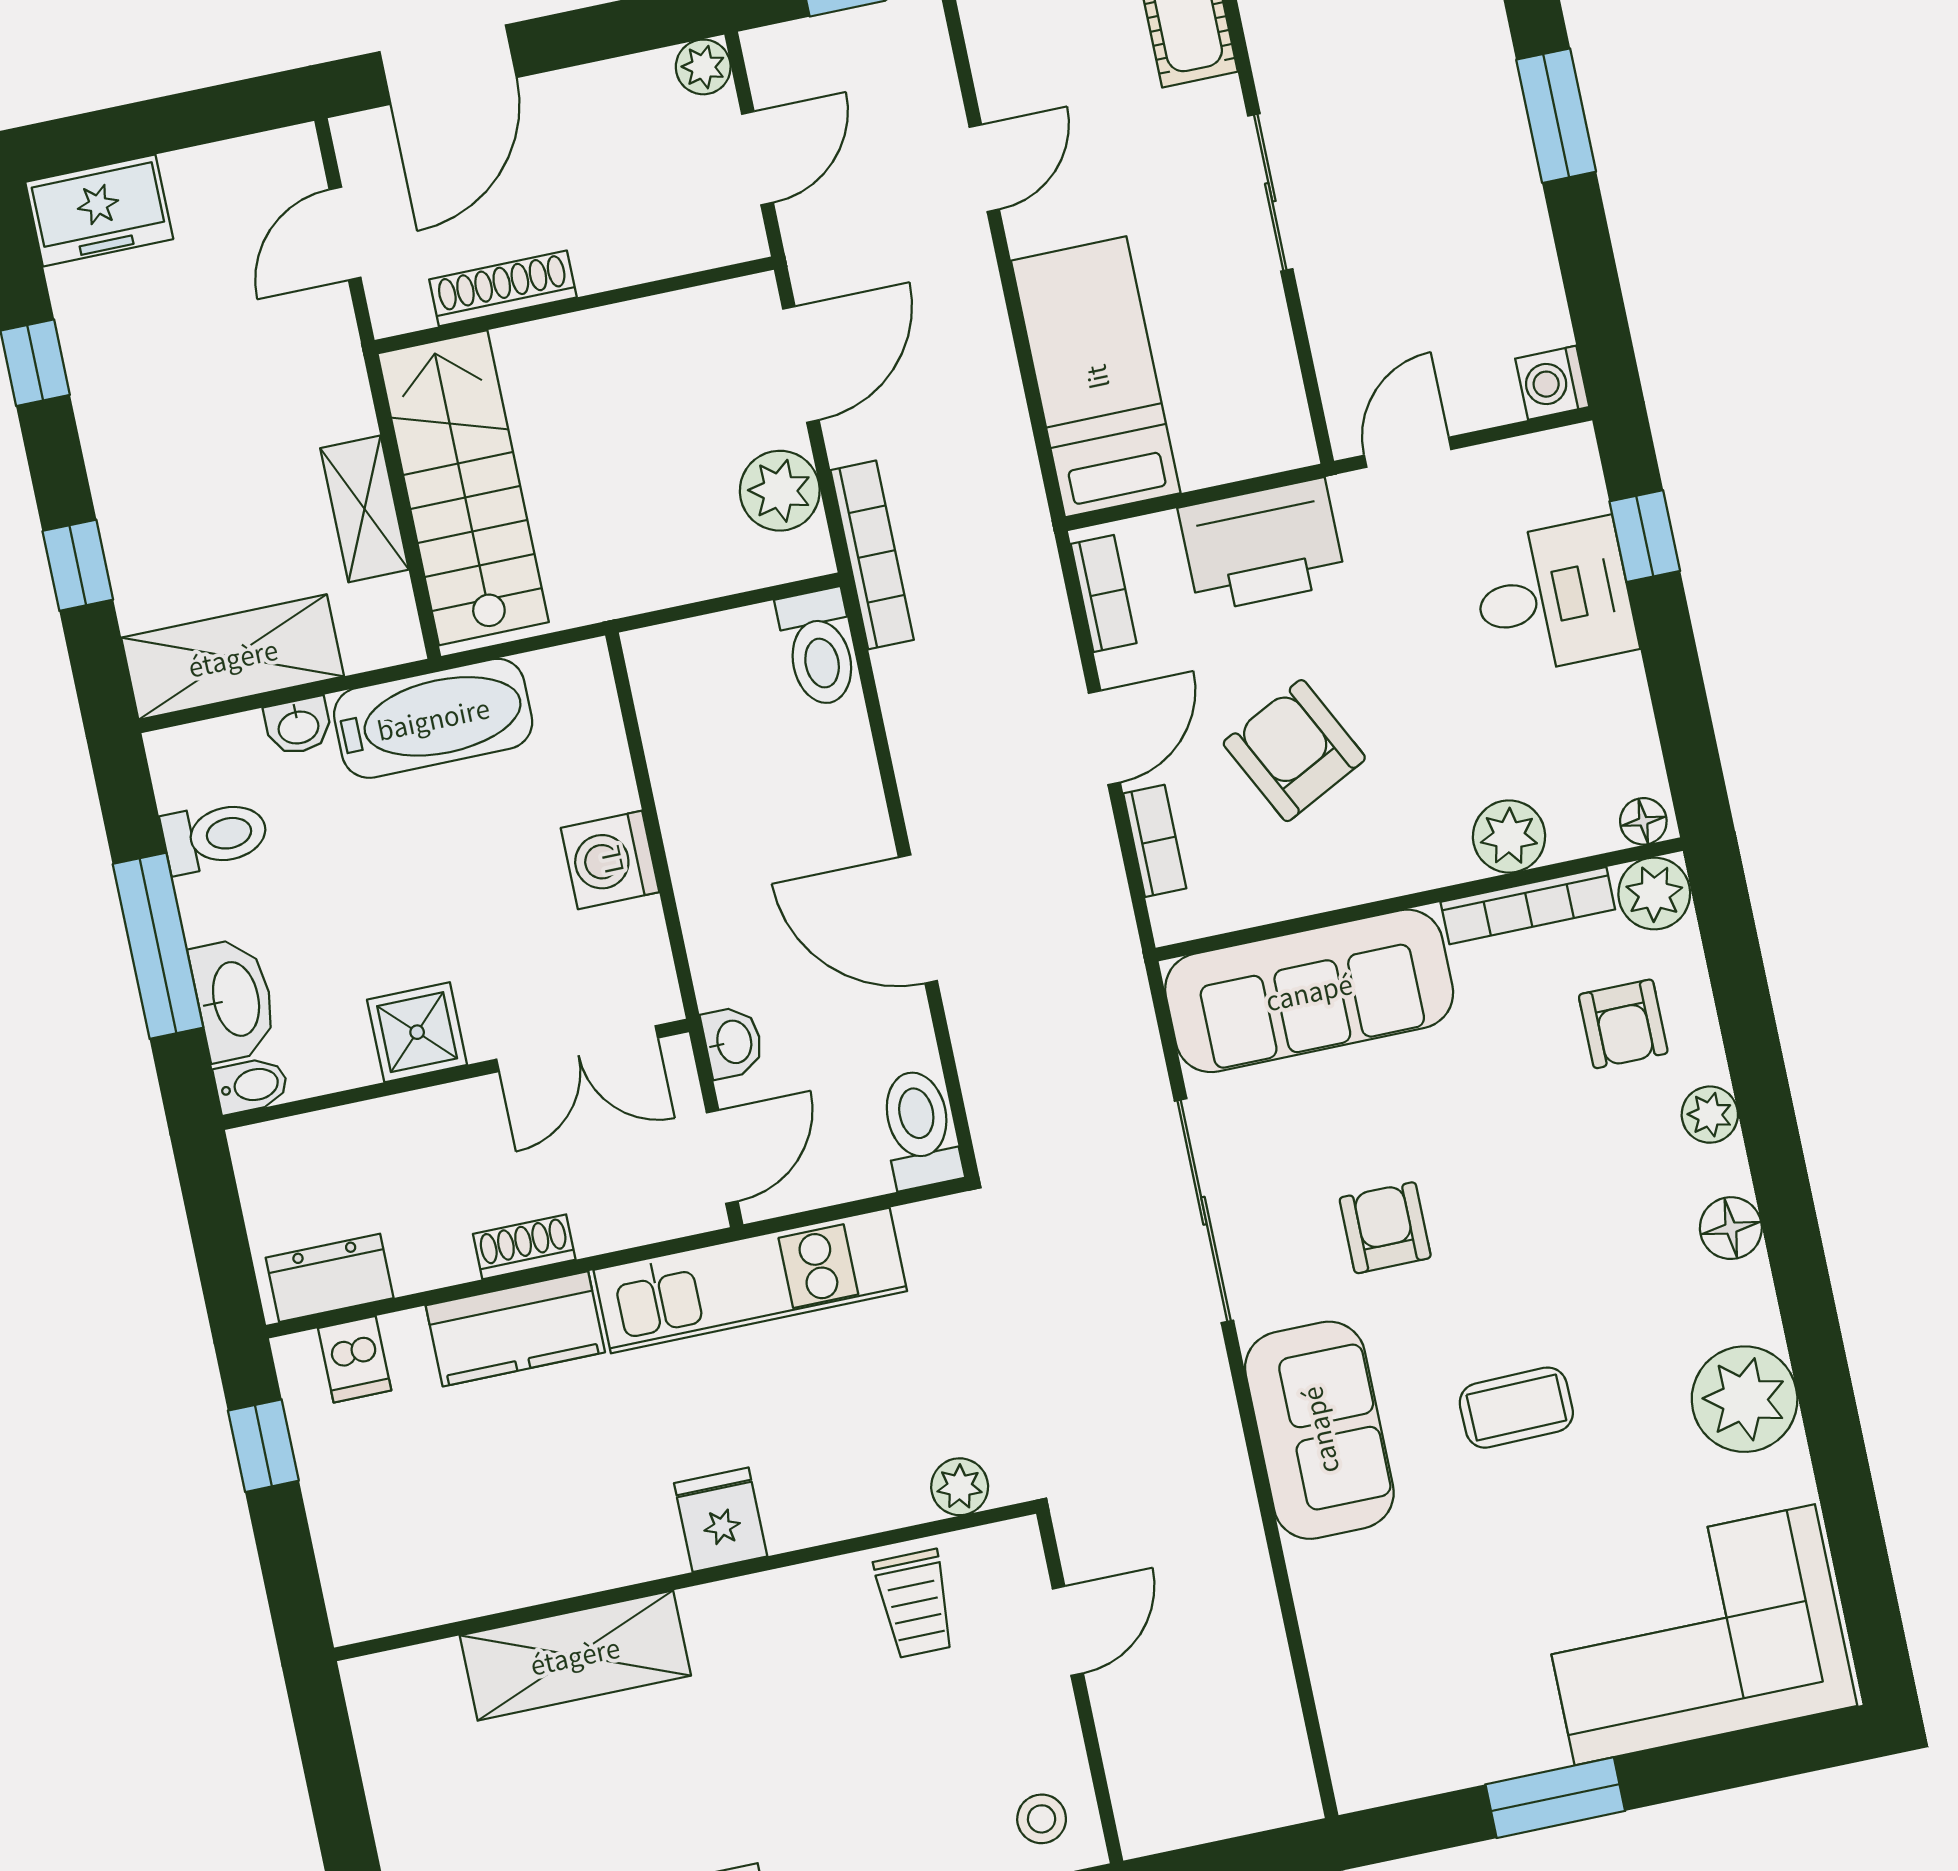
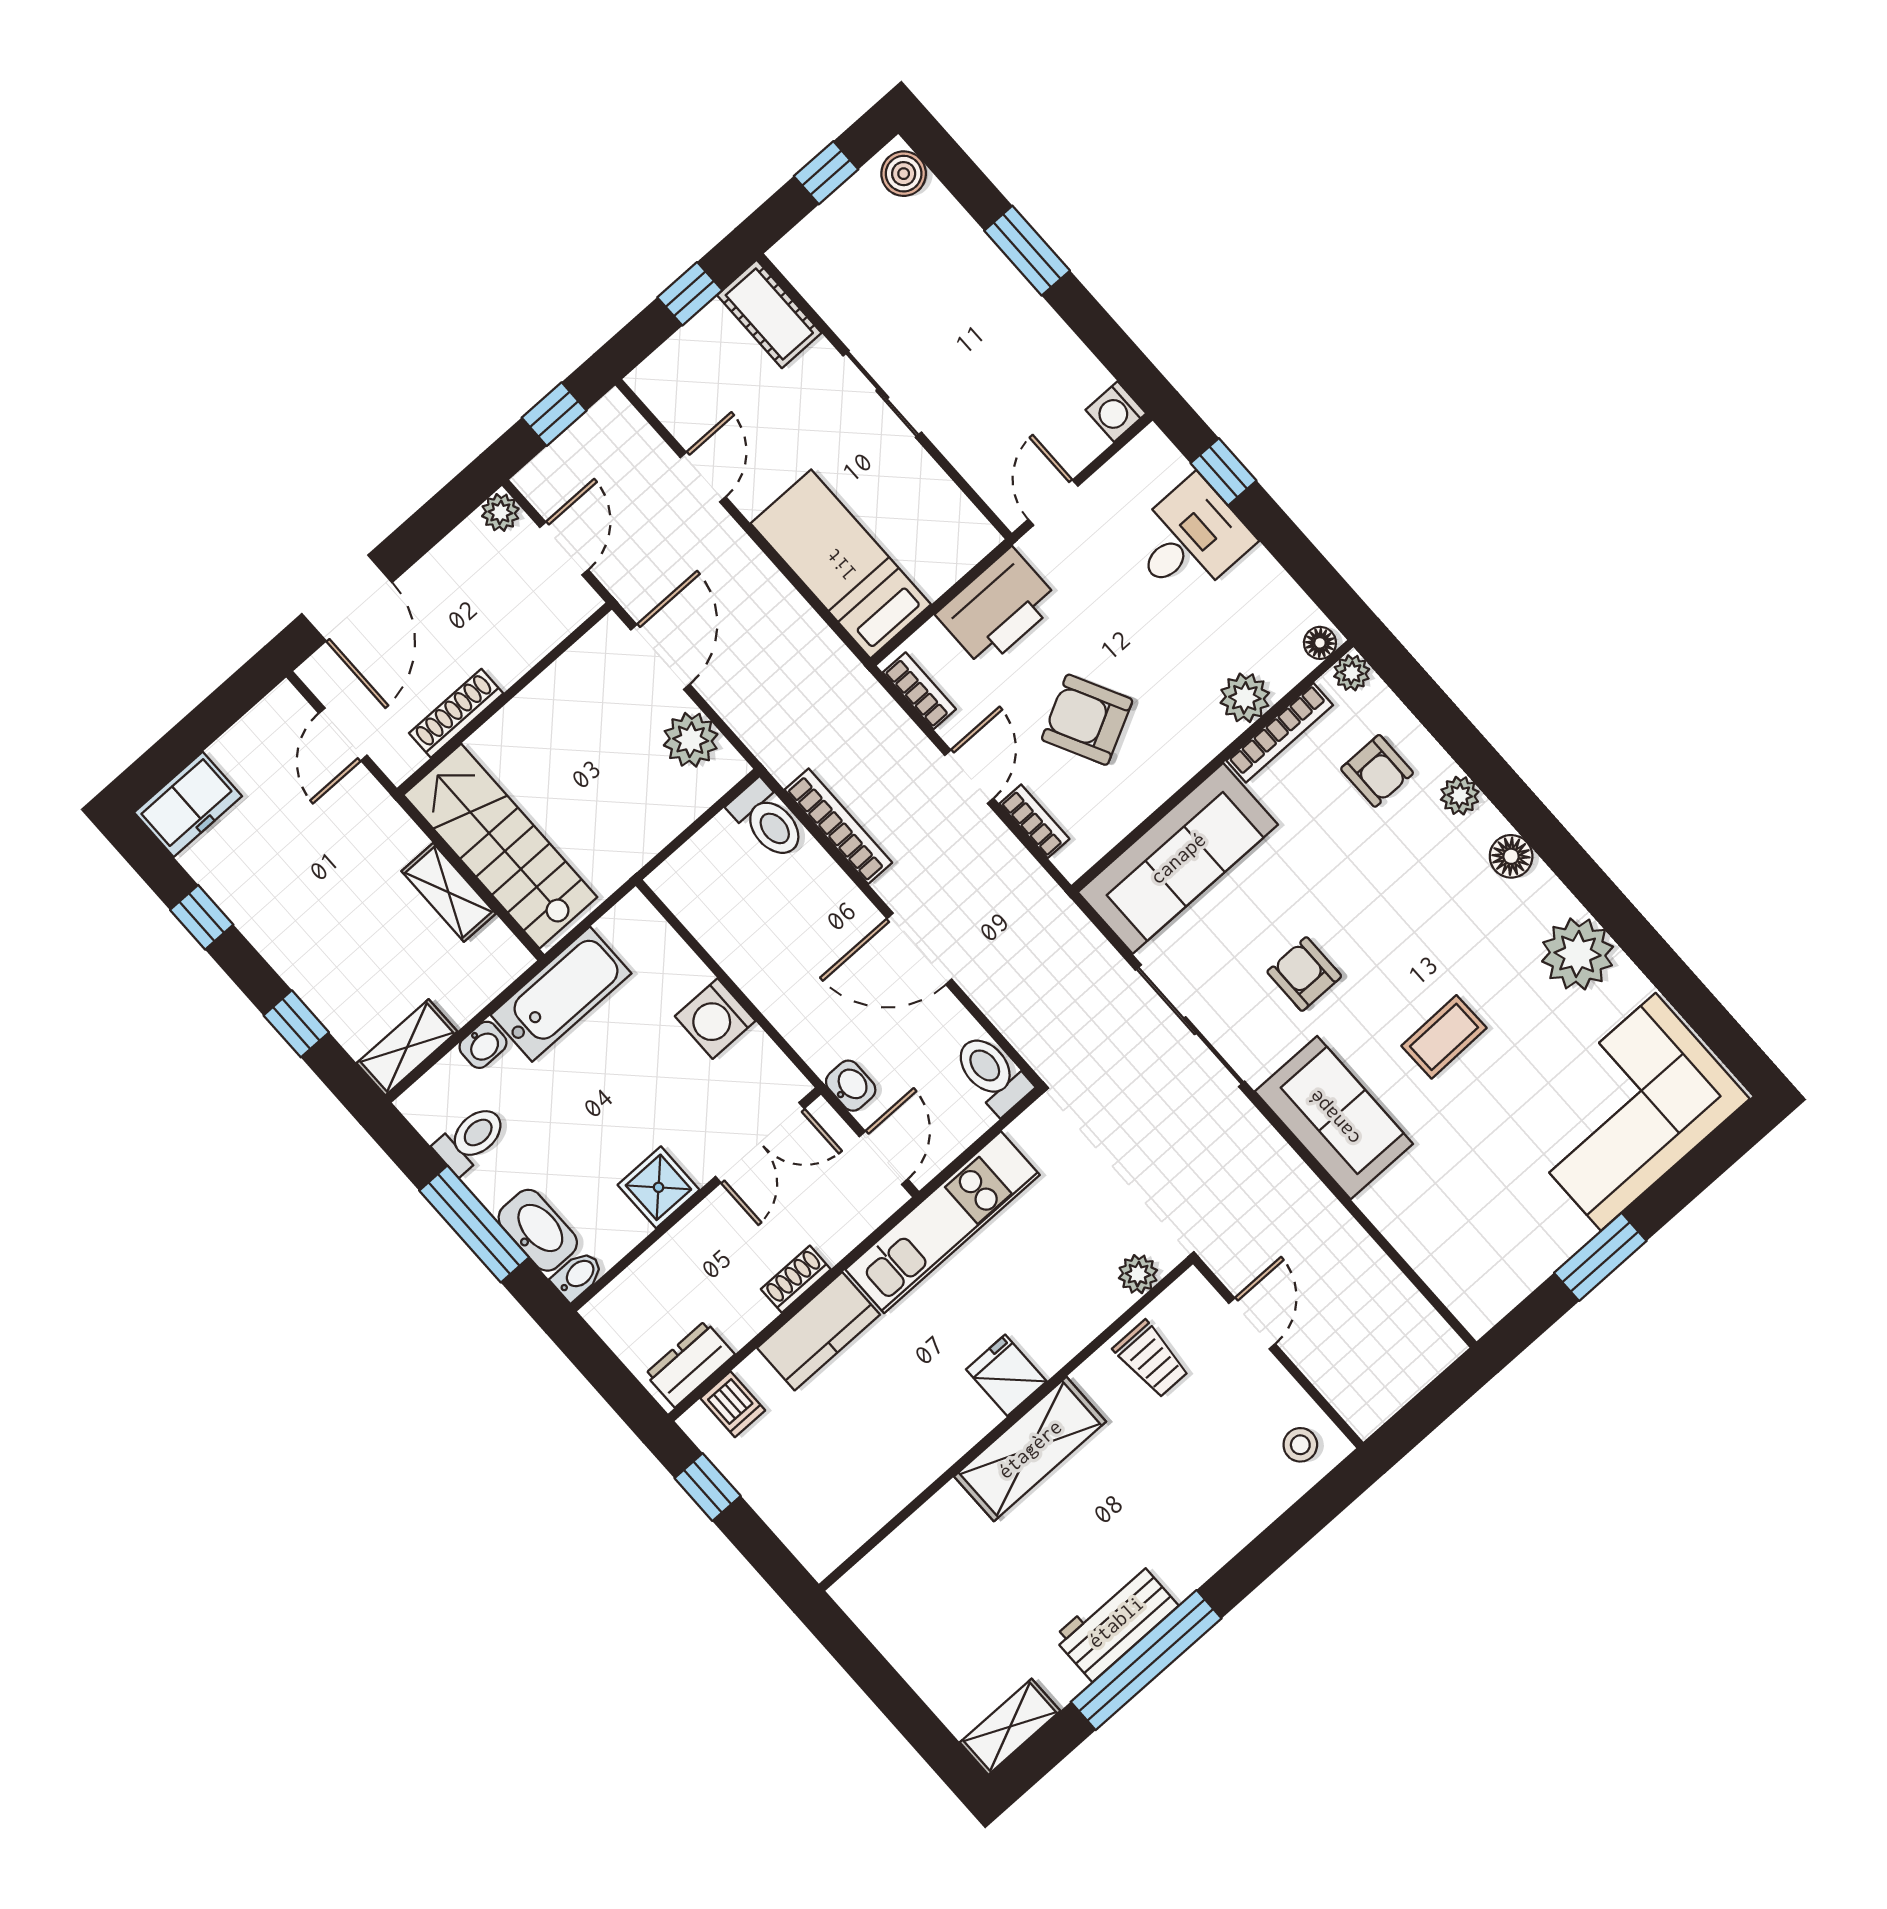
bookcase: (872, 555) -> (838, 826), moved
shelving: (233, 657) -> (407, 1047), width x0.67, depth x0.75
plant: (1654, 894) -> (1352, 673), width x0.73, depth x0.73
shelving: (575, 1655) -> (1030, 1449), moved

